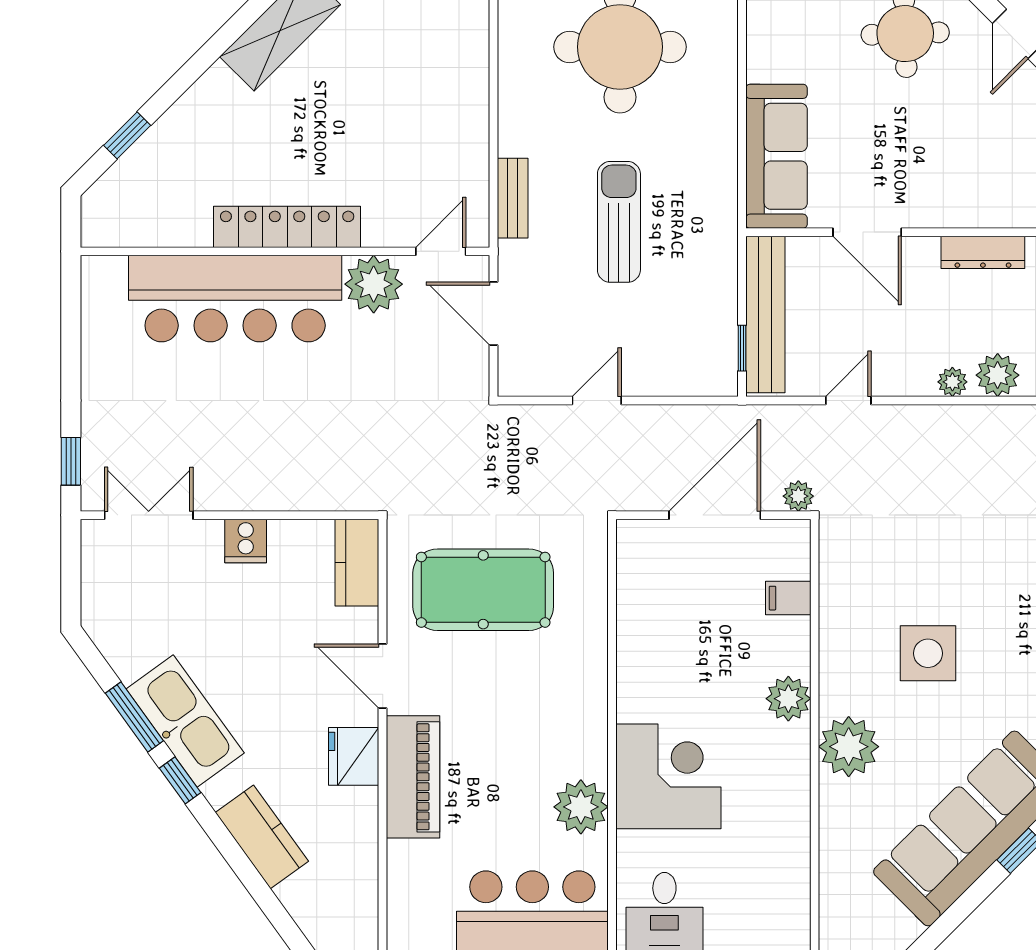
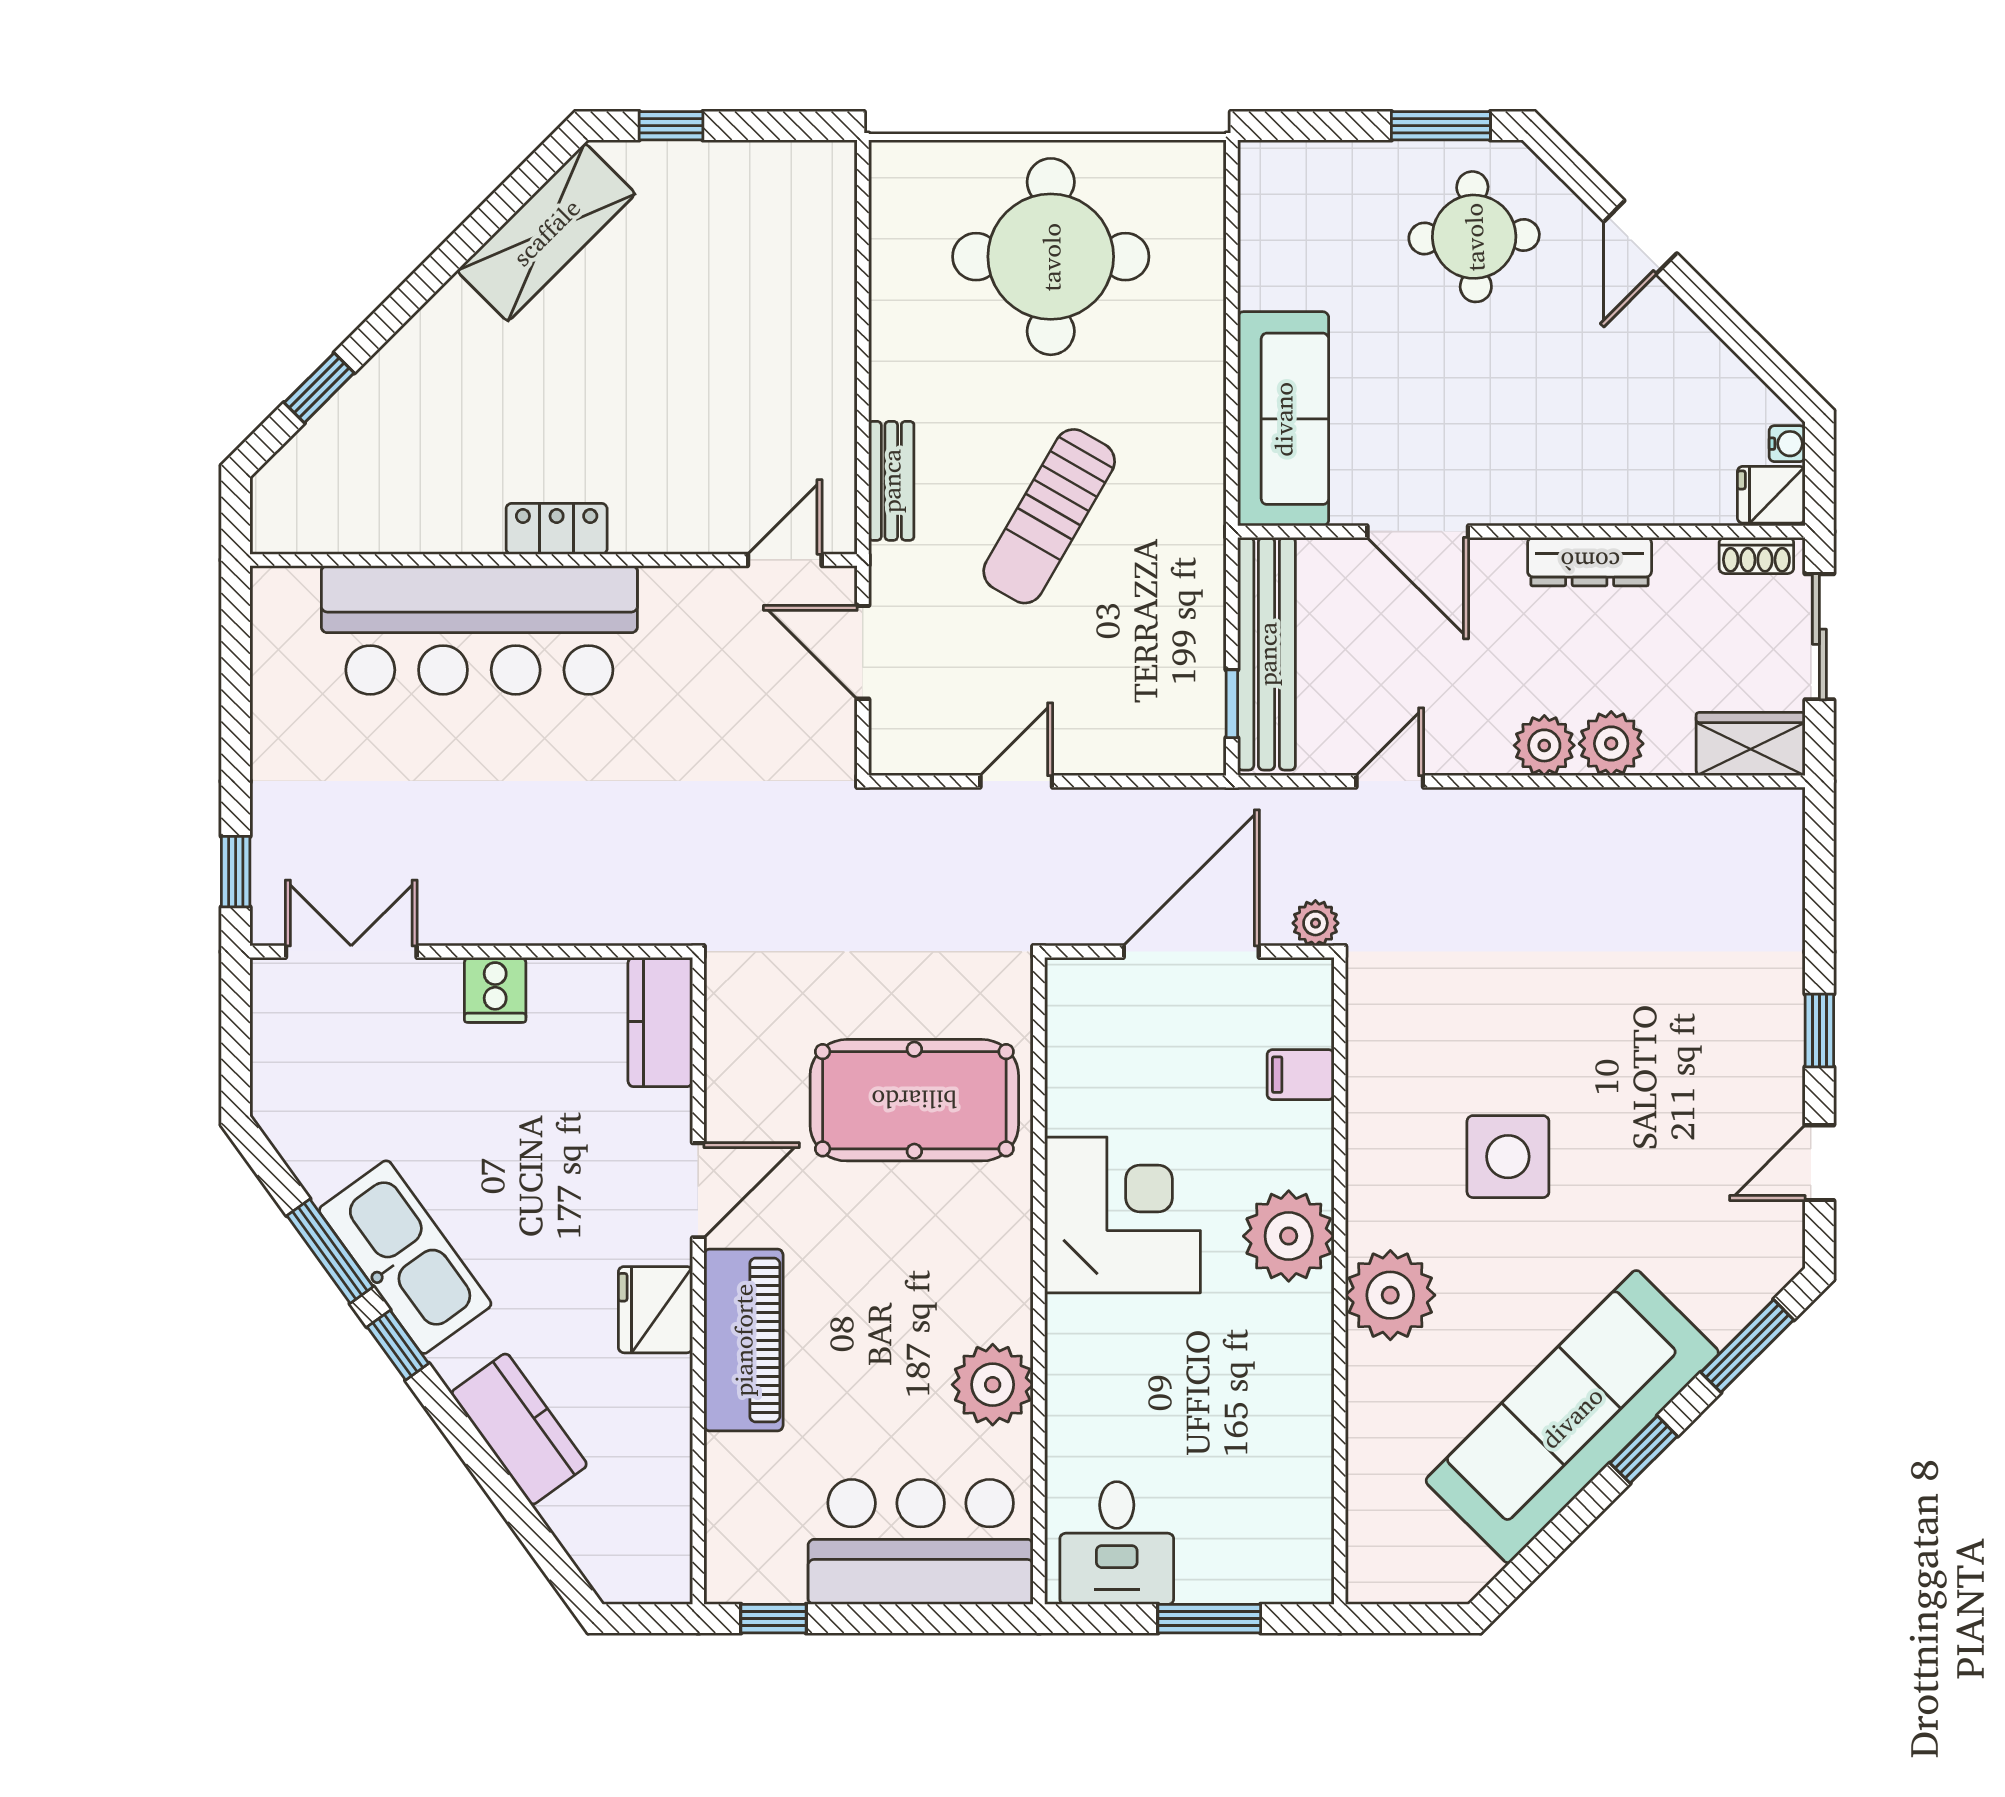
sun lounger: (619, 222) -> (1049, 516), turned -150
locker: (287, 227) -> (557, 529), width x0.46, depth x0.83
plant: (374, 284) -> (685, 609), removed
plant: (952, 382) -> (1544, 745), width x1.38, depth x1.38
pool table: (483, 590) -> (914, 1100), moved
door: (383, 676) -> (698, 1190), swing flipped
plant: (788, 699) -> (1289, 1236), width x1.36, depth x1.36
corner desk: (668, 776) -> (1122, 1215), moved

